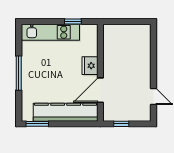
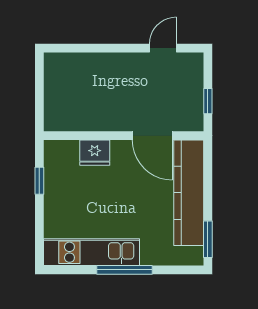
kitchen unit: (50, 32) -> (91, 252), moved, turned -90
fridge: (90, 66) -> (95, 153), moved

